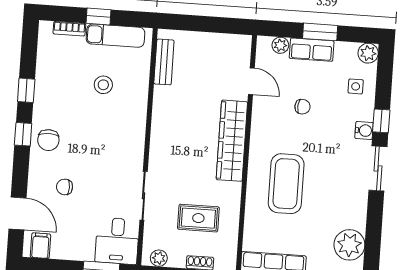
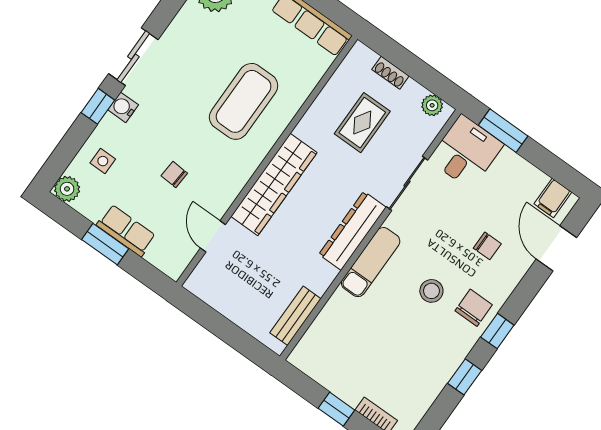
exam couch: (115, 36) -> (371, 262), moved, turned 90
plant: (280, 45) -> (157, 256), removed
stool: (103, 85) -> (431, 291), moved
dresser: (161, 142) -> (353, 231), added
rug: (198, 218) -> (362, 123), turned 90

